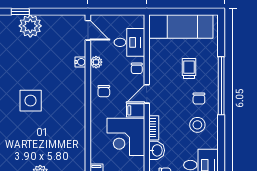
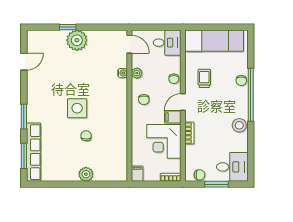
desk: (129, 42) -> (167, 43), moved
trolley: (189, 68) -> (204, 78), moved
chair: (199, 99) -> (241, 80), moved
stool: (197, 125) -> (239, 125), moved
chair: (40, 131) -> (86, 136), added
washbasin: (157, 150) -> (192, 154), removed

